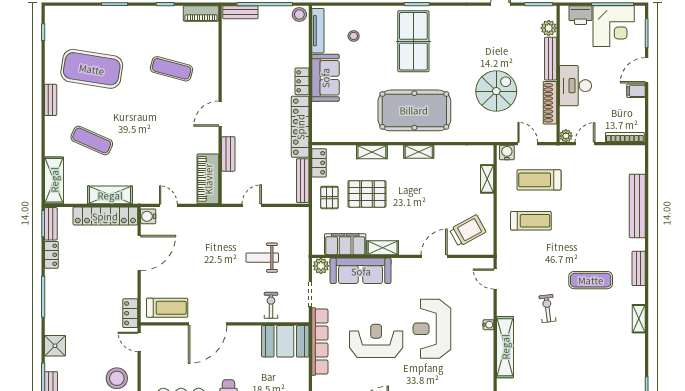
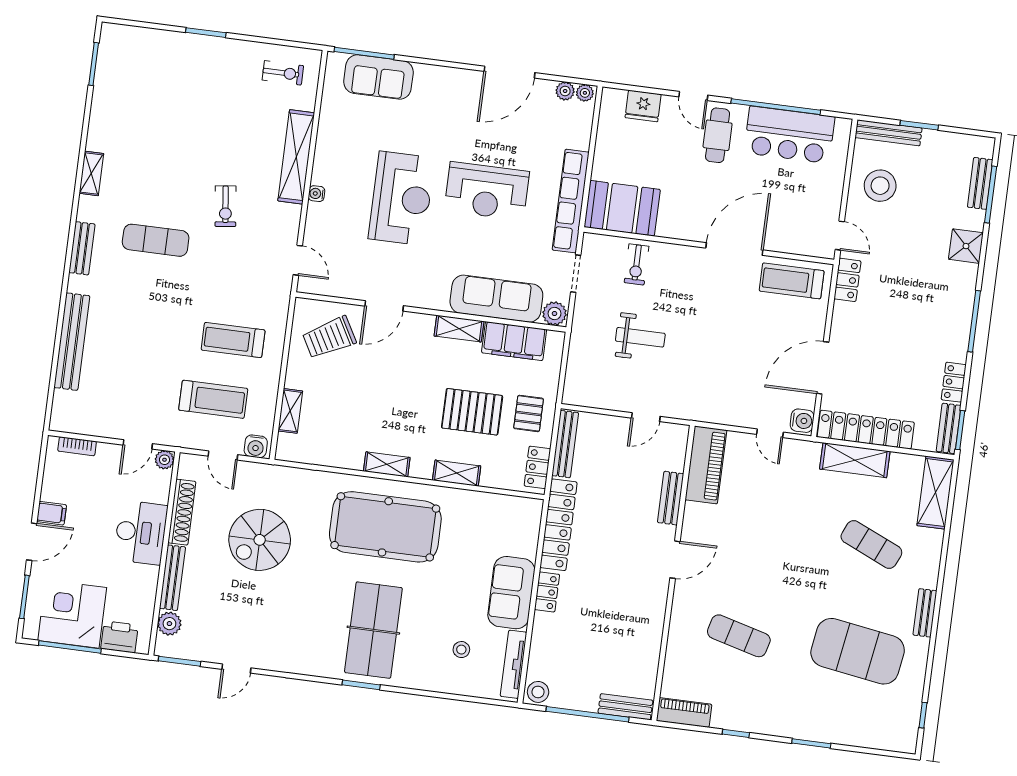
bookcase: (625, 137) -> (77, 446), width x0.64

